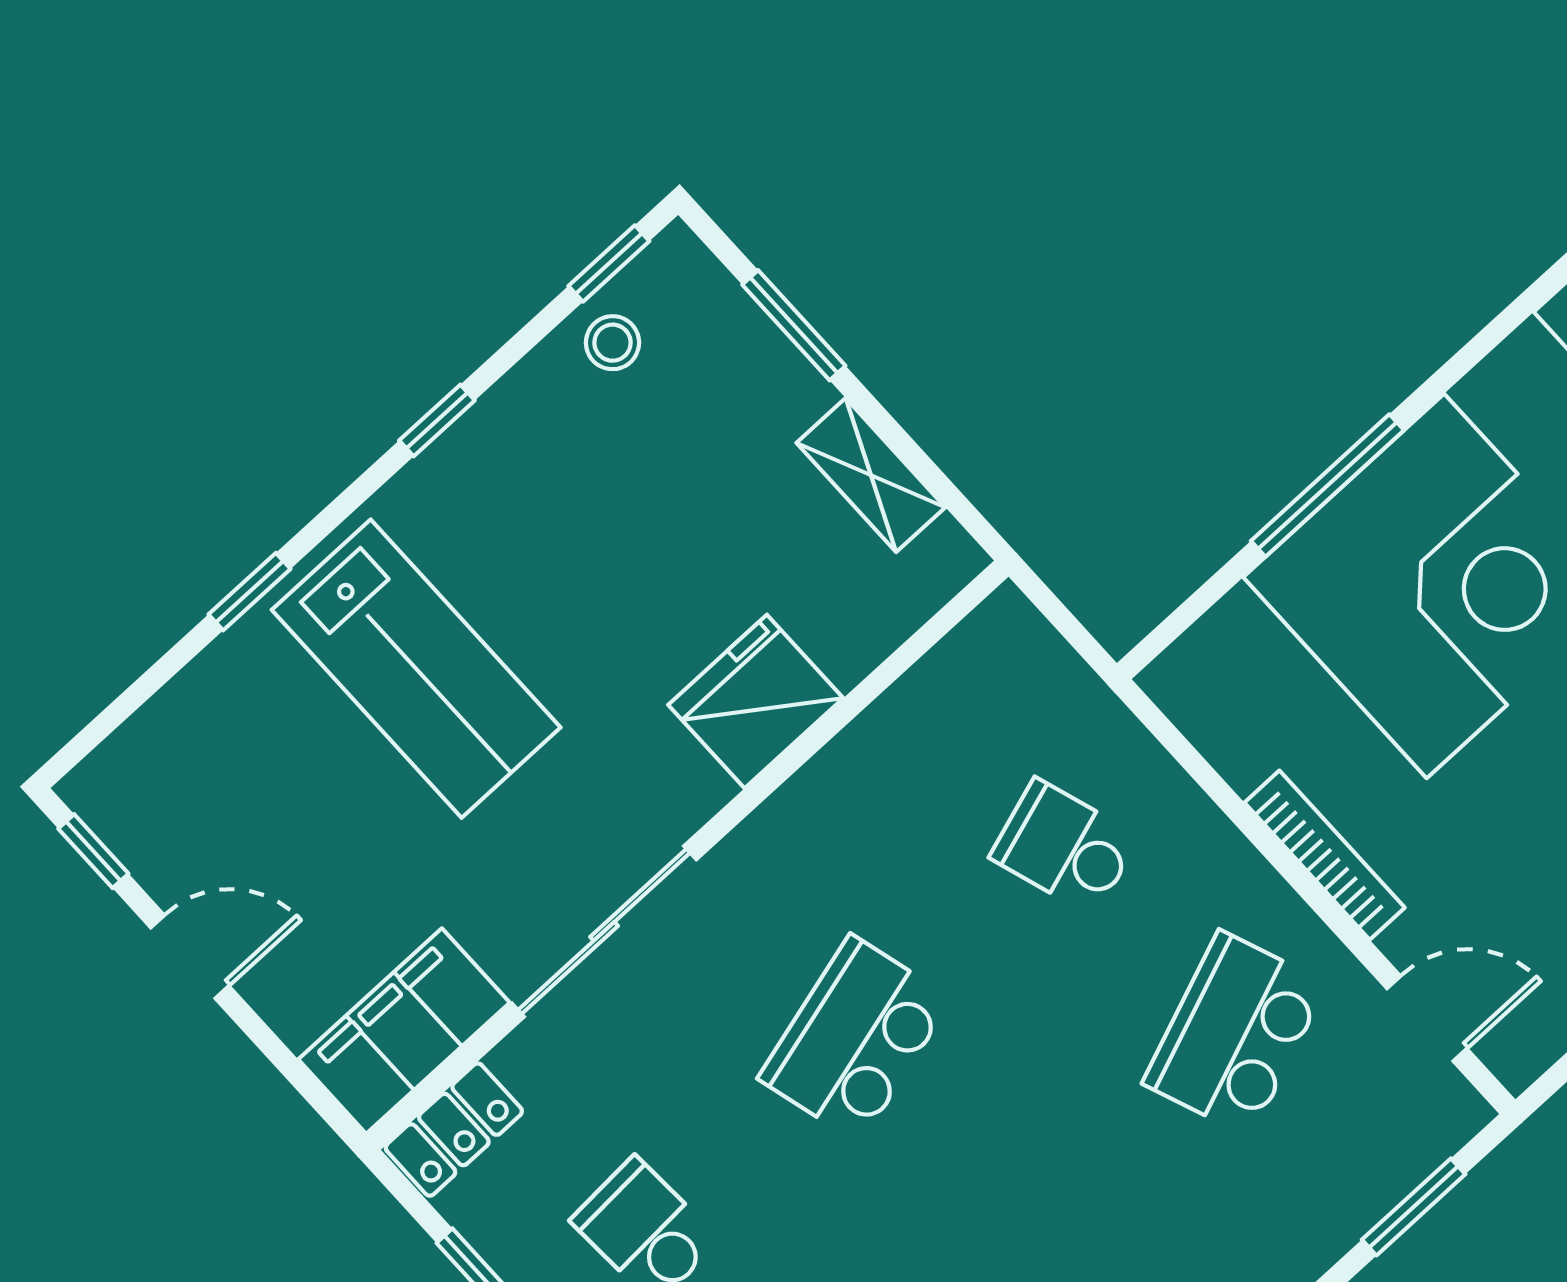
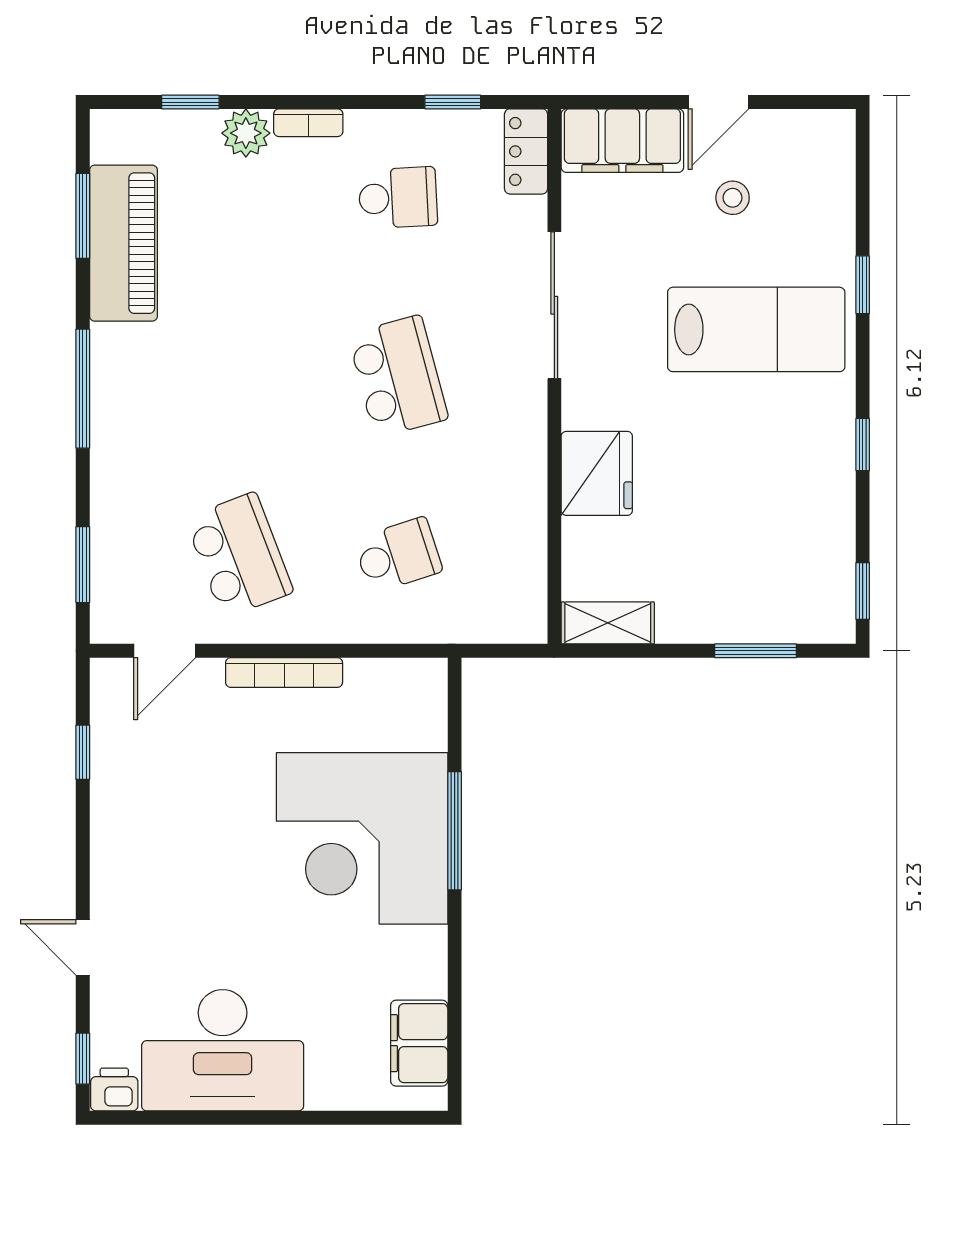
stool: (613, 343) -> (733, 198), moved
shelving: (871, 475) -> (608, 623), moved
lab bench: (416, 669) -> (756, 329), turned 180
window: (93, 851) -> (808, 102), removed
filing cabinet: (404, 1031) -> (622, 141), moved, turned 90

